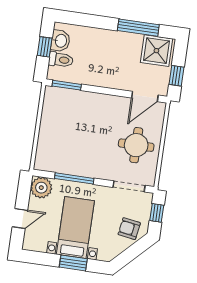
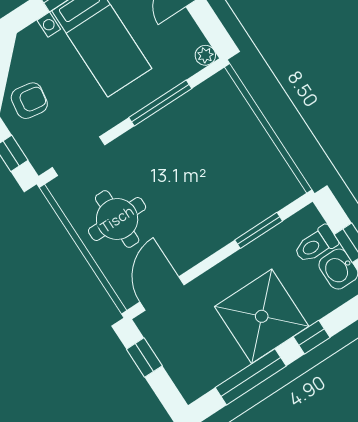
window: (97, 22) -> (312, 337), added
shower: (156, 51) -> (262, 316), moved, width x1.37, depth x1.37
window: (67, 85) -> (259, 230), moved
plant: (41, 188) -> (205, 55), width x0.53, depth x0.53

